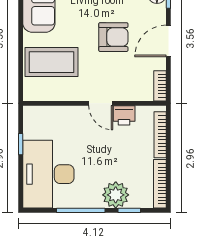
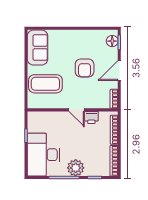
armchair: (113, 37) -> (85, 68), turned 90
plant: (116, 195) -> (76, 168), moved

